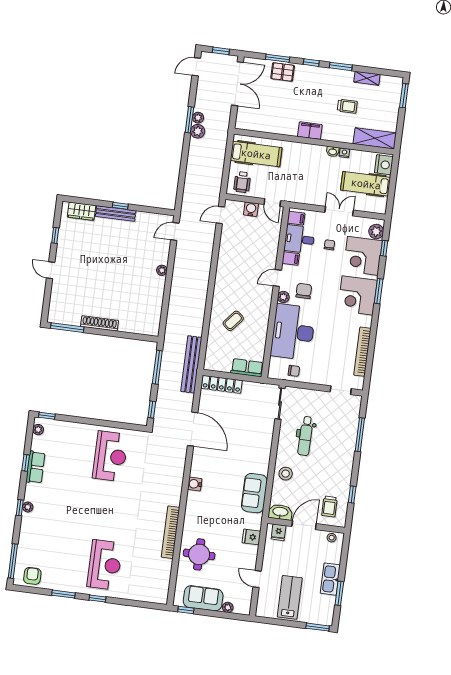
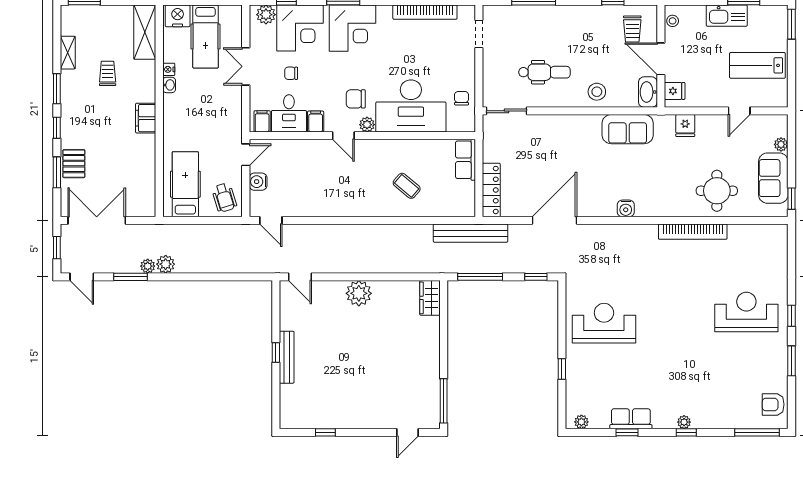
window: (189, 120) -> (131, 277), moved
wheelchair: (242, 182) -> (224, 198), turned 73
wardrobe: (81, 211) -> (430, 298), moved, turned 180
door: (51, 270) -> (408, 432), moved
plant: (162, 270) -> (359, 293), width x1.87, depth x1.87
shoe rack: (99, 323) -> (433, 360), removed
window: (47, 416) -> (562, 369), moved
trolley: (329, 507) -> (632, 29), turned 90

